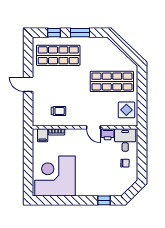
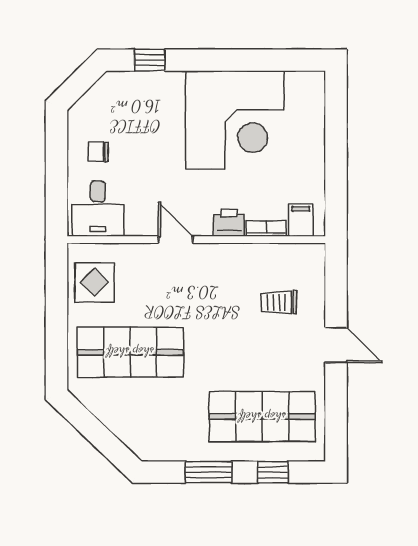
trolley: (59, 111) -> (279, 302), moved
printer: (108, 134) -> (229, 223), moved
corner desk: (55, 176) -> (235, 120), moved

